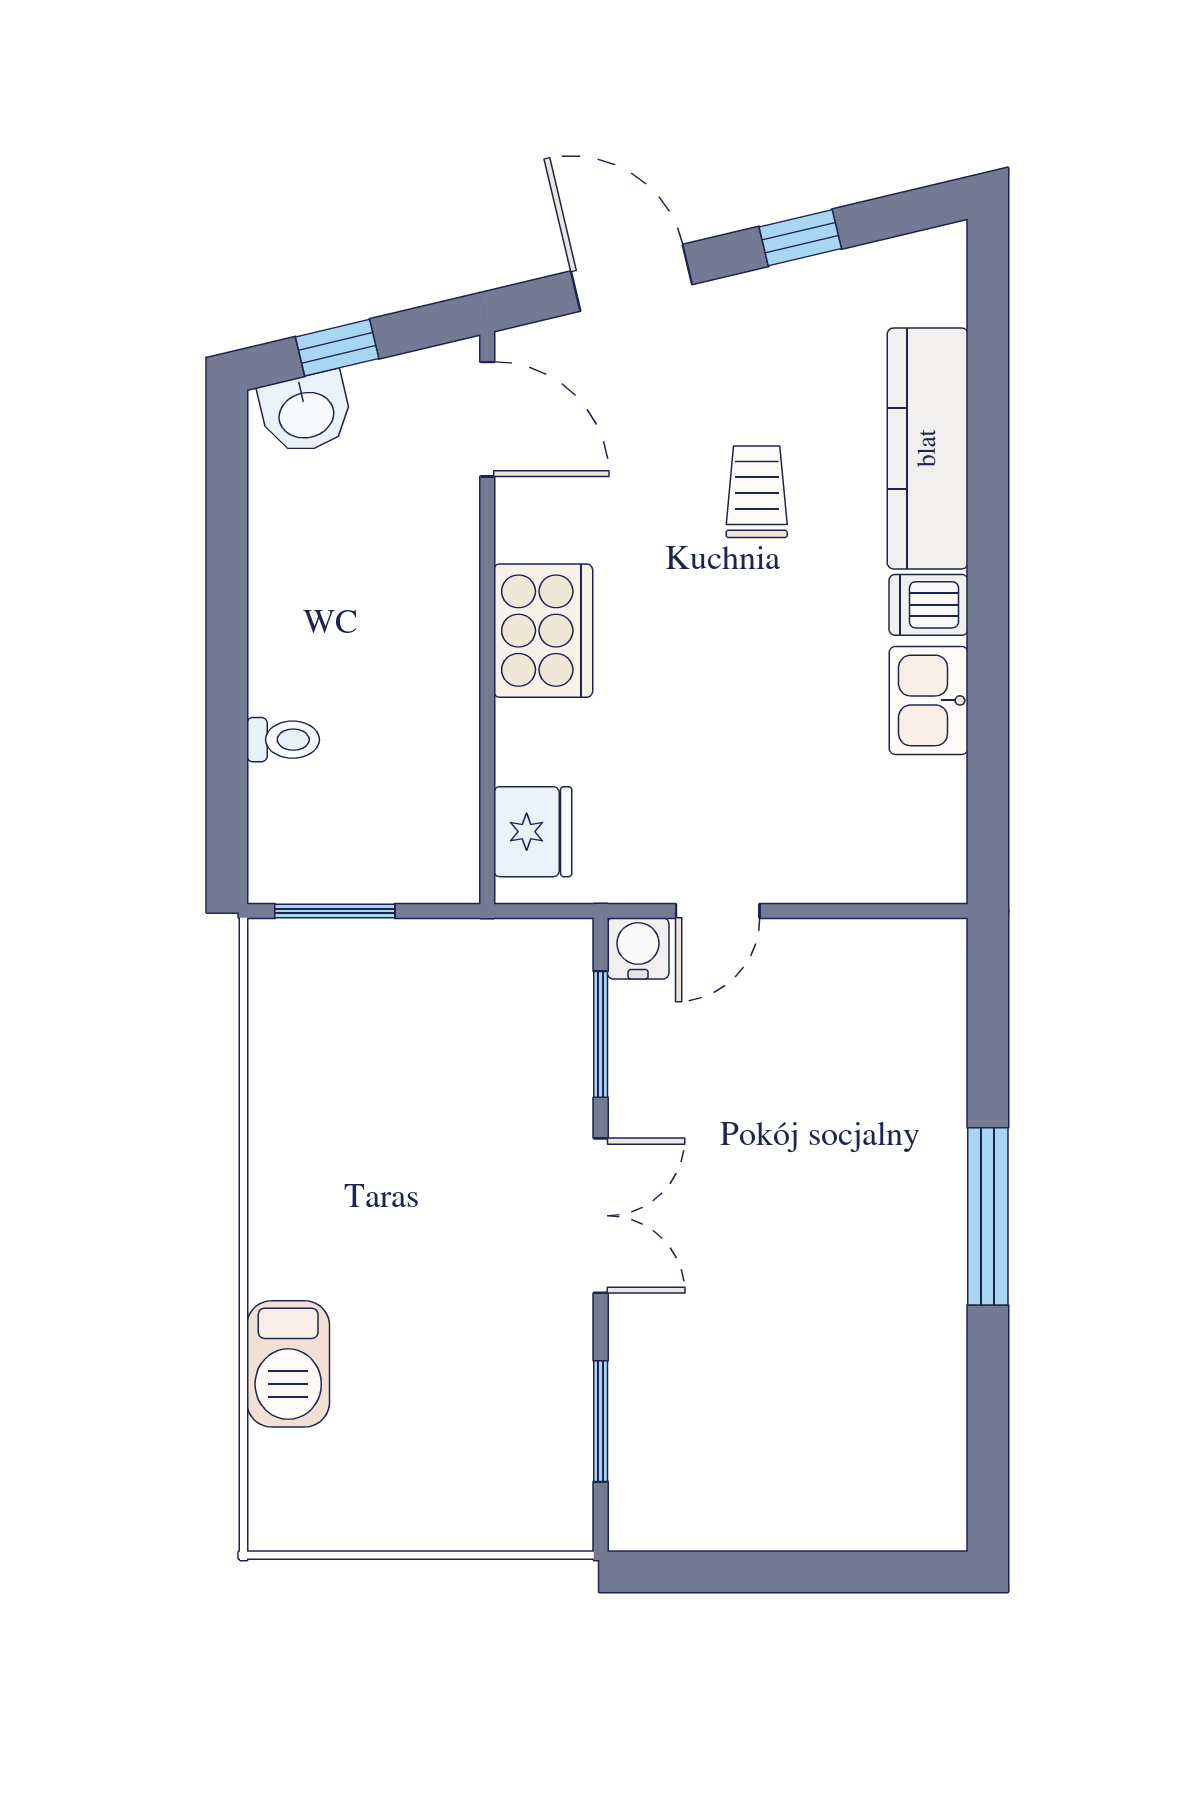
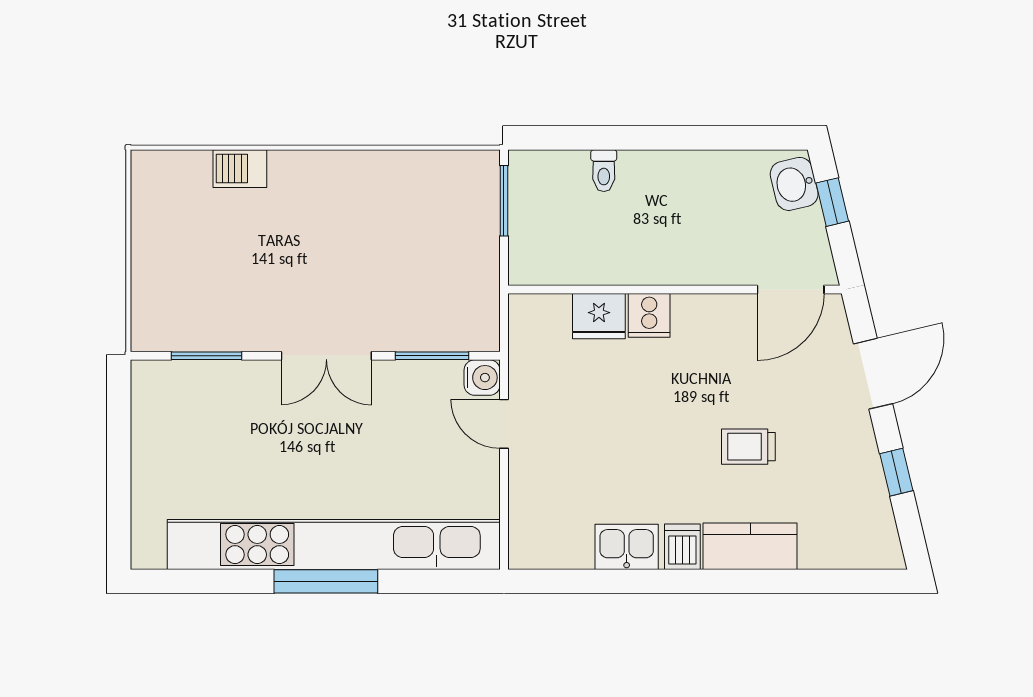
kitchen counter: (928, 448) -> (750, 546), width x0.67
trolley: (757, 492) -> (748, 447), turned 180
cooker: (543, 631) -> (649, 315), width x0.53, depth x0.76
fridge: (533, 832) -> (599, 316), moved
kitchen unit: (925, 1203) -> (334, 545), added
barbecue: (288, 1364) -> (240, 169), width x0.73, depth x0.79

